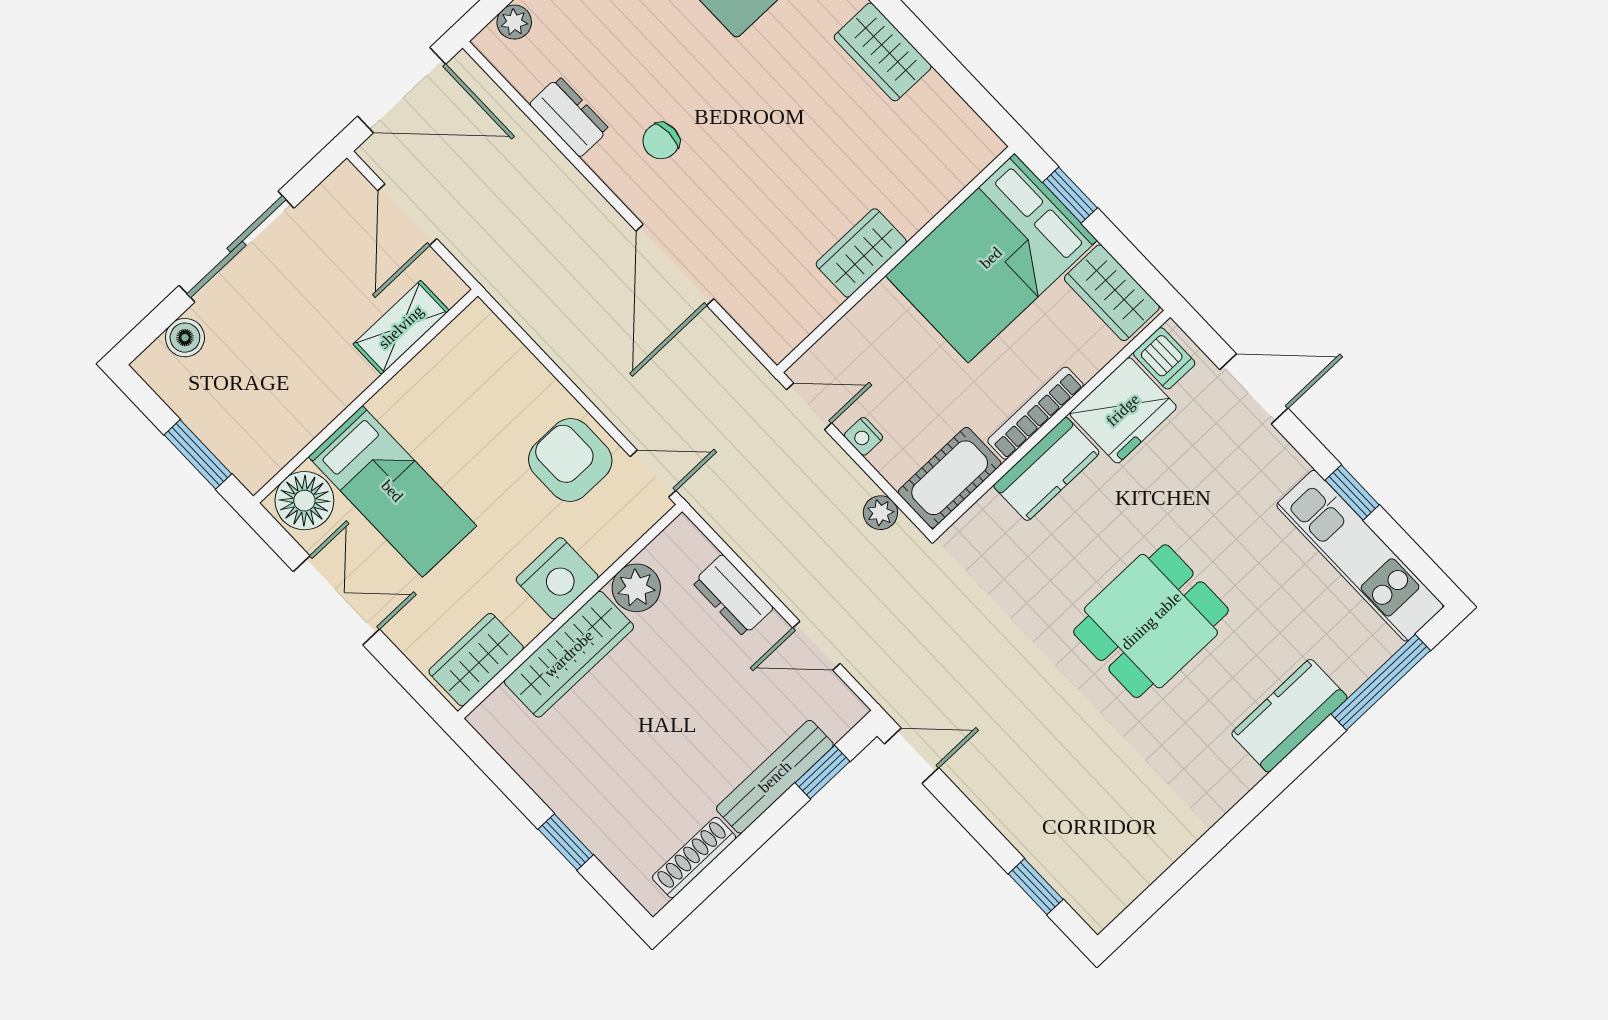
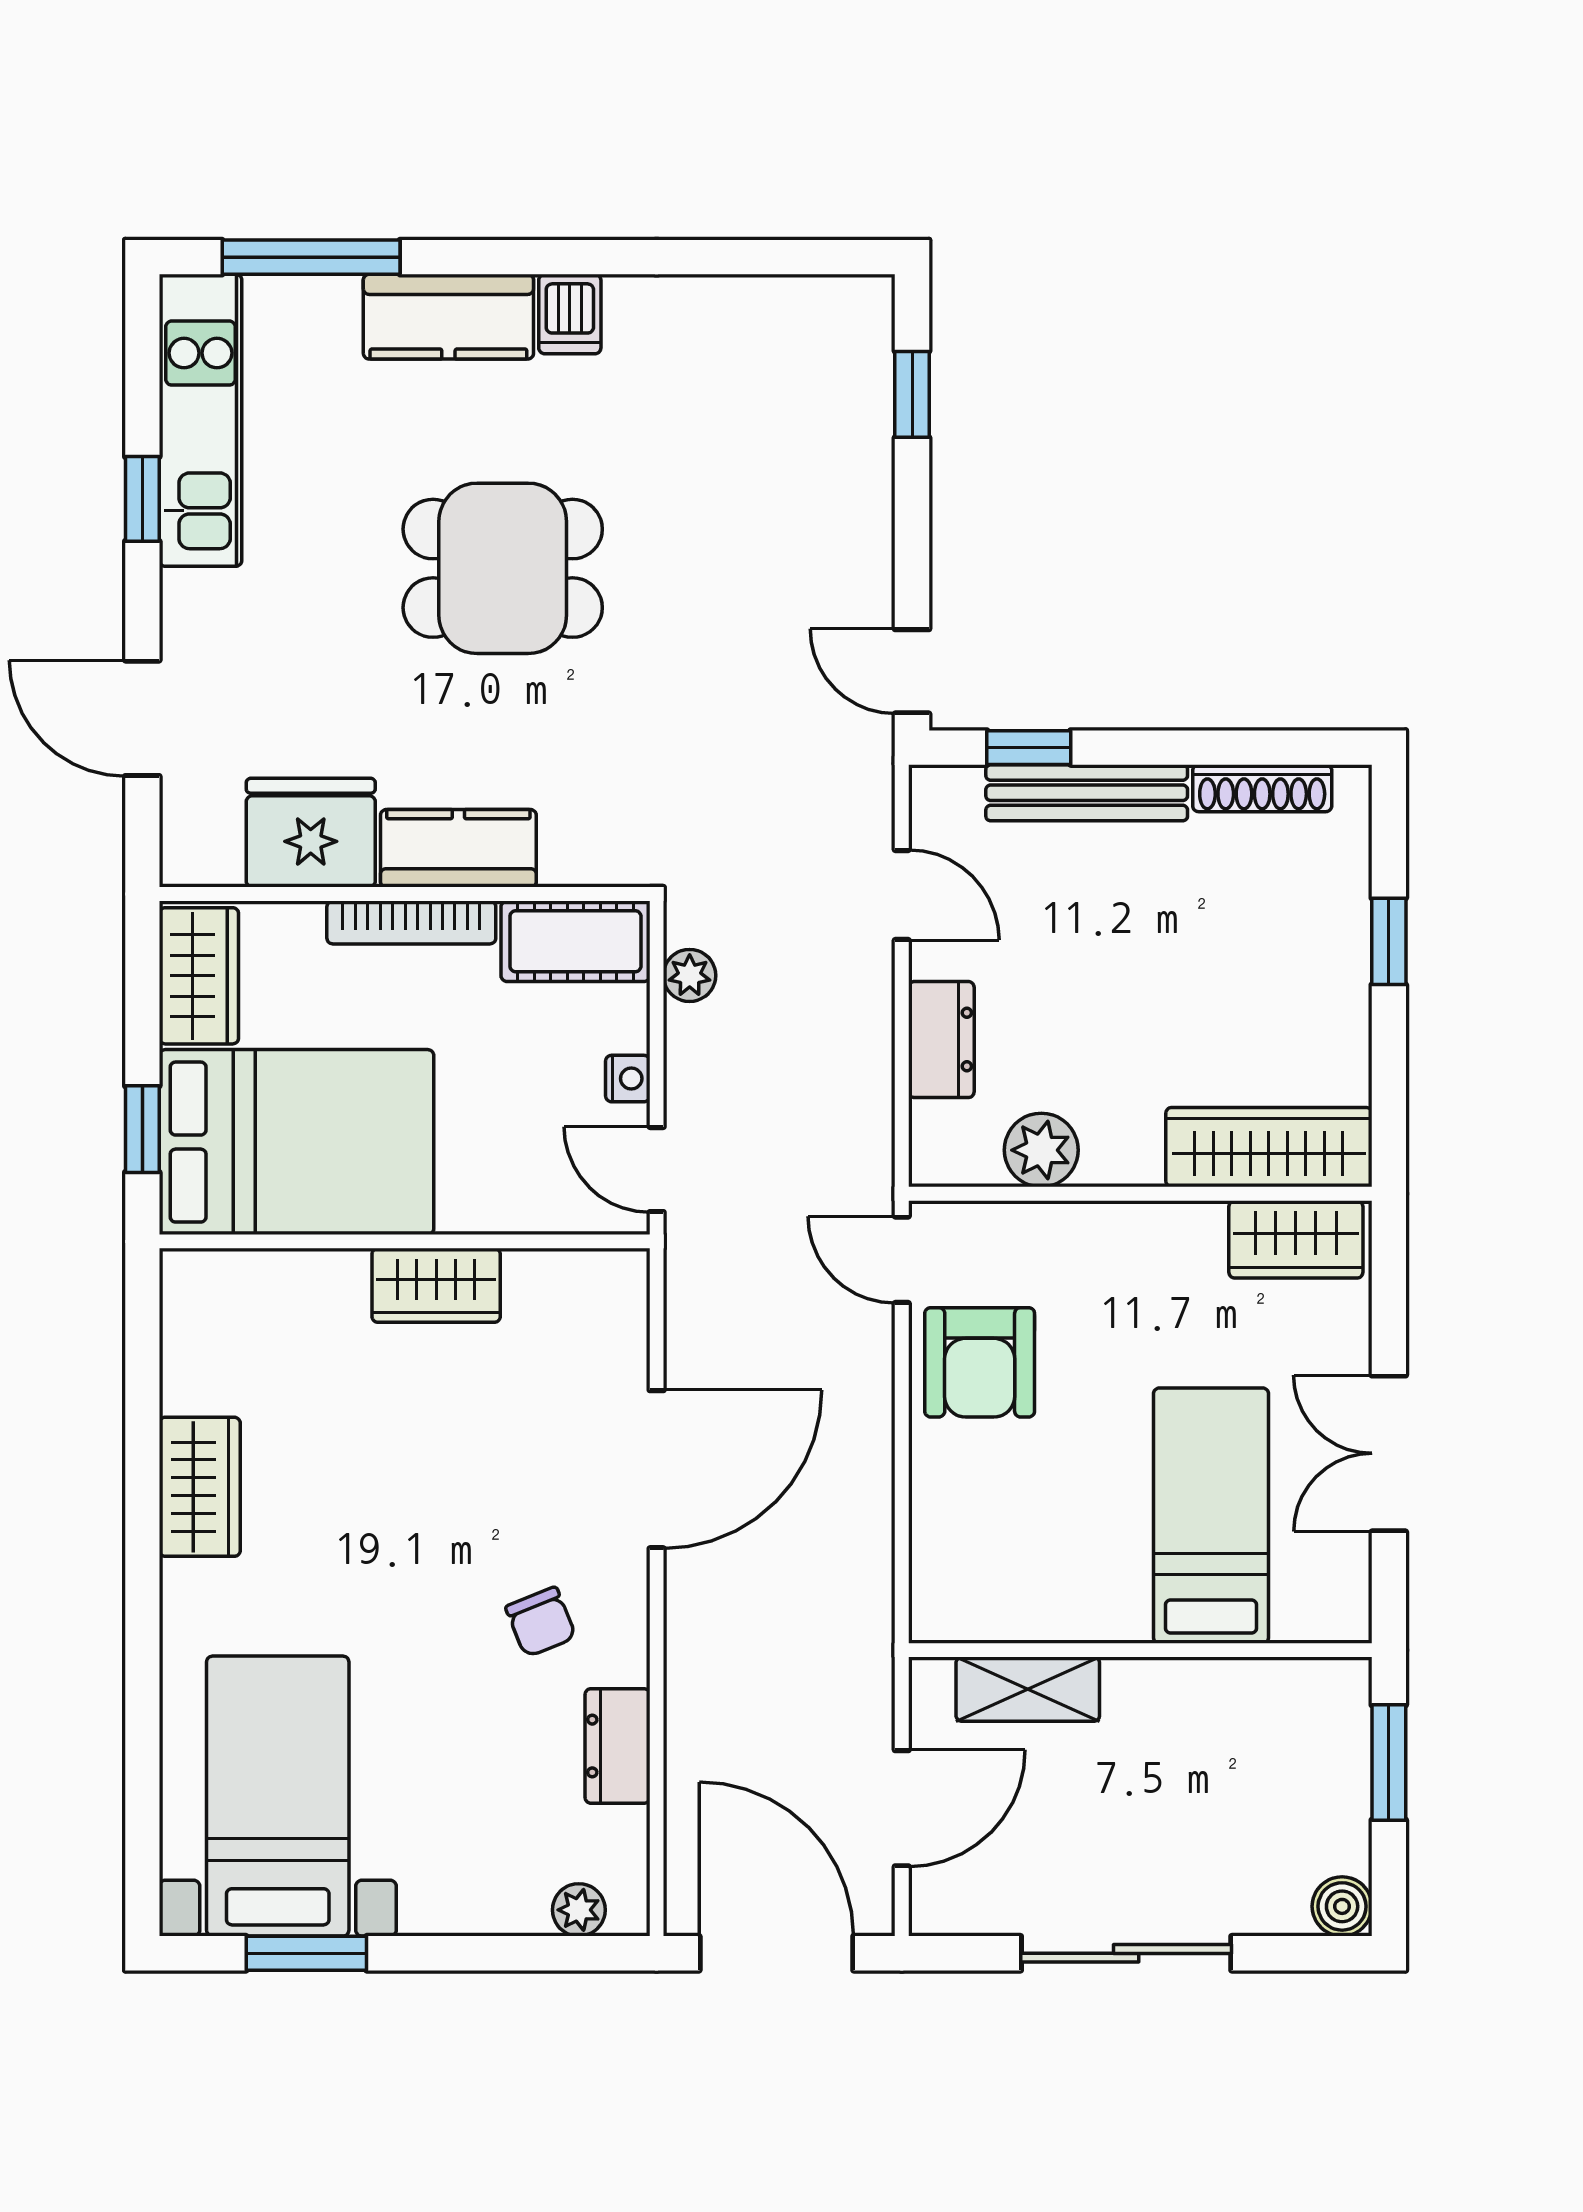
chair: (661, 141) -> (541, 1622), turned 68
boiler: (185, 338) -> (1342, 1906), moved
dishwasher: (1164, 358) -> (570, 314), moved, turned 180
floor lamp: (304, 501) -> (1319, 1598), removed
nightstand: (557, 578) -> (1119, 1244), removed
wardrobe: (569, 654) -> (1269, 1147), moved

